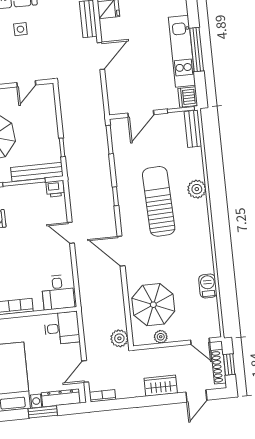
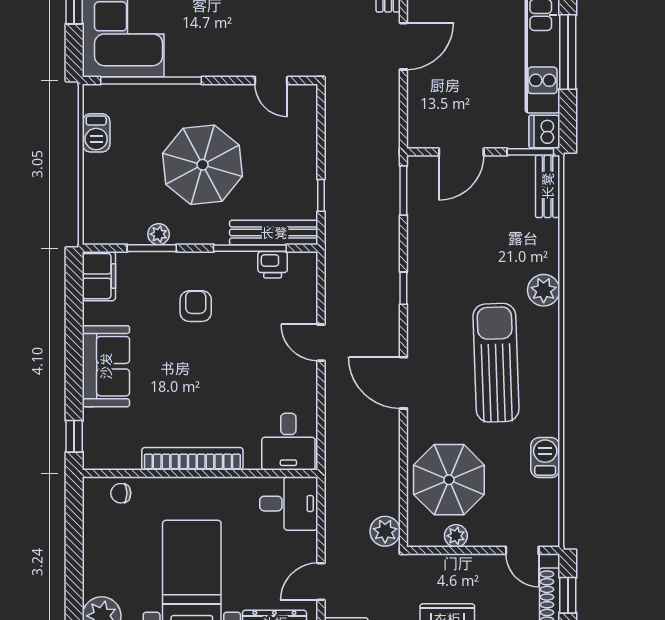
door: (26, 84) -> (271, 80), hinge flipped
printer: (55, 189) -> (273, 265), moved
sun lounger: (159, 201) -> (496, 363), moved

